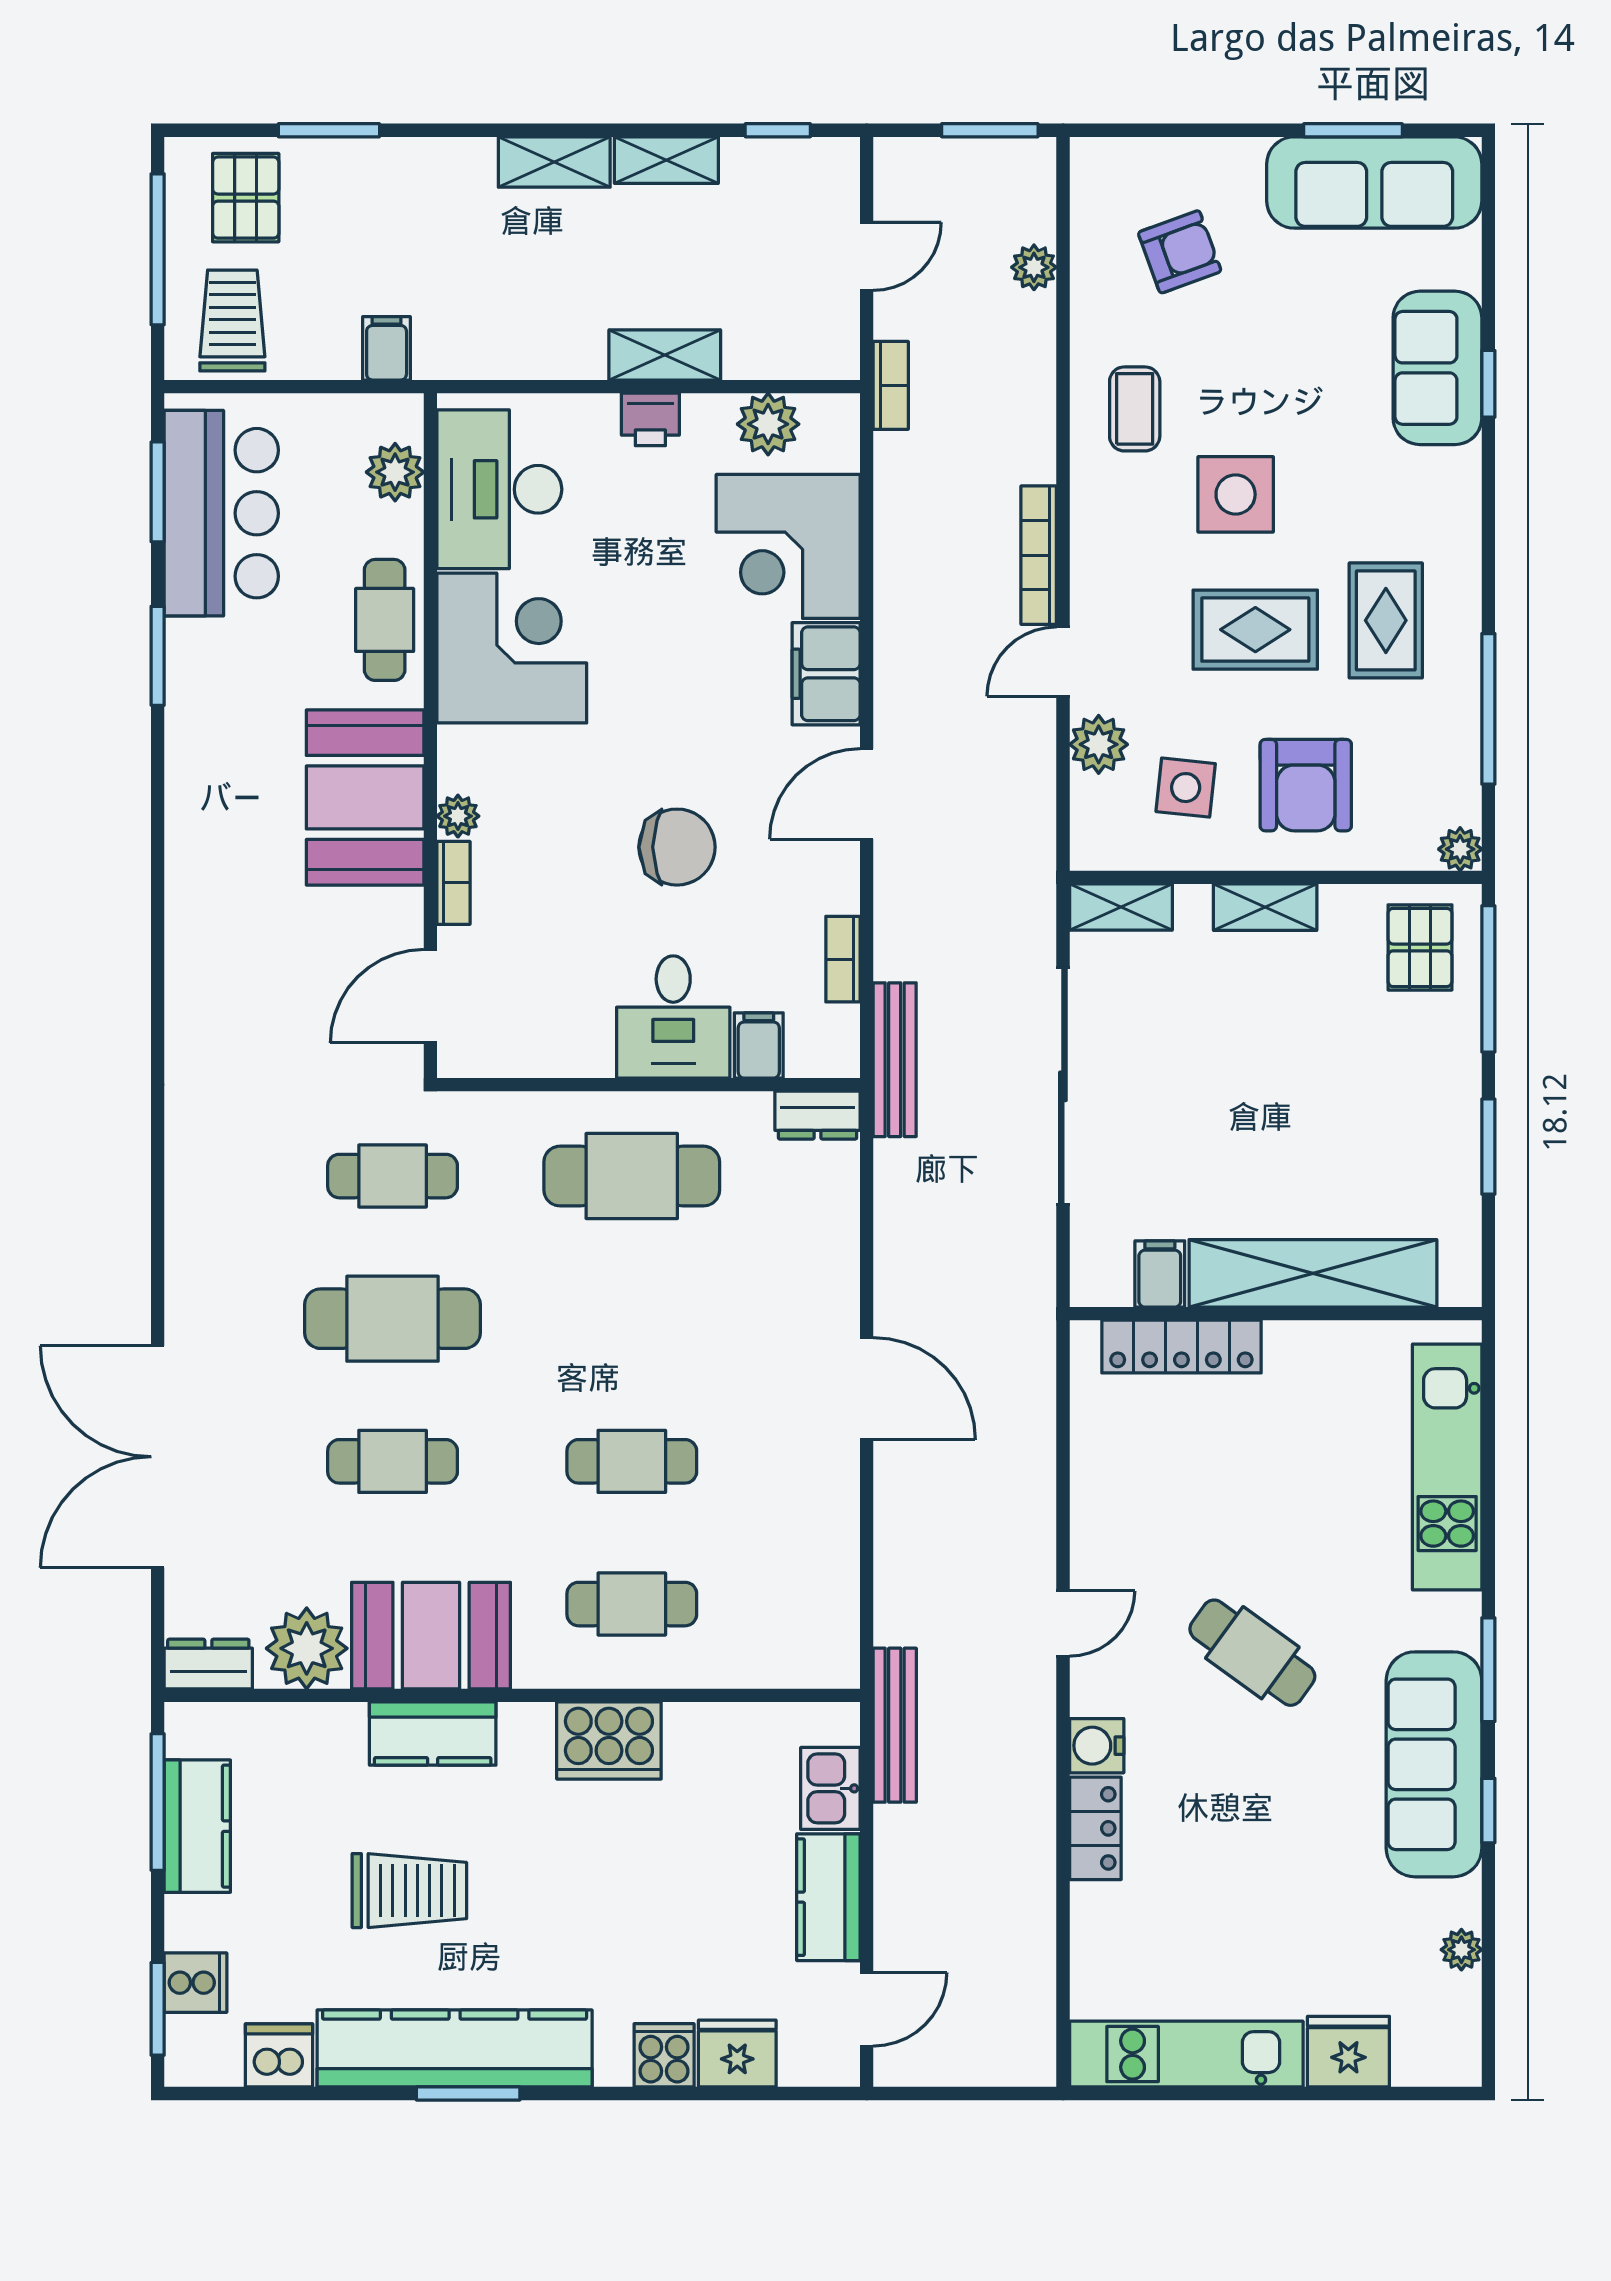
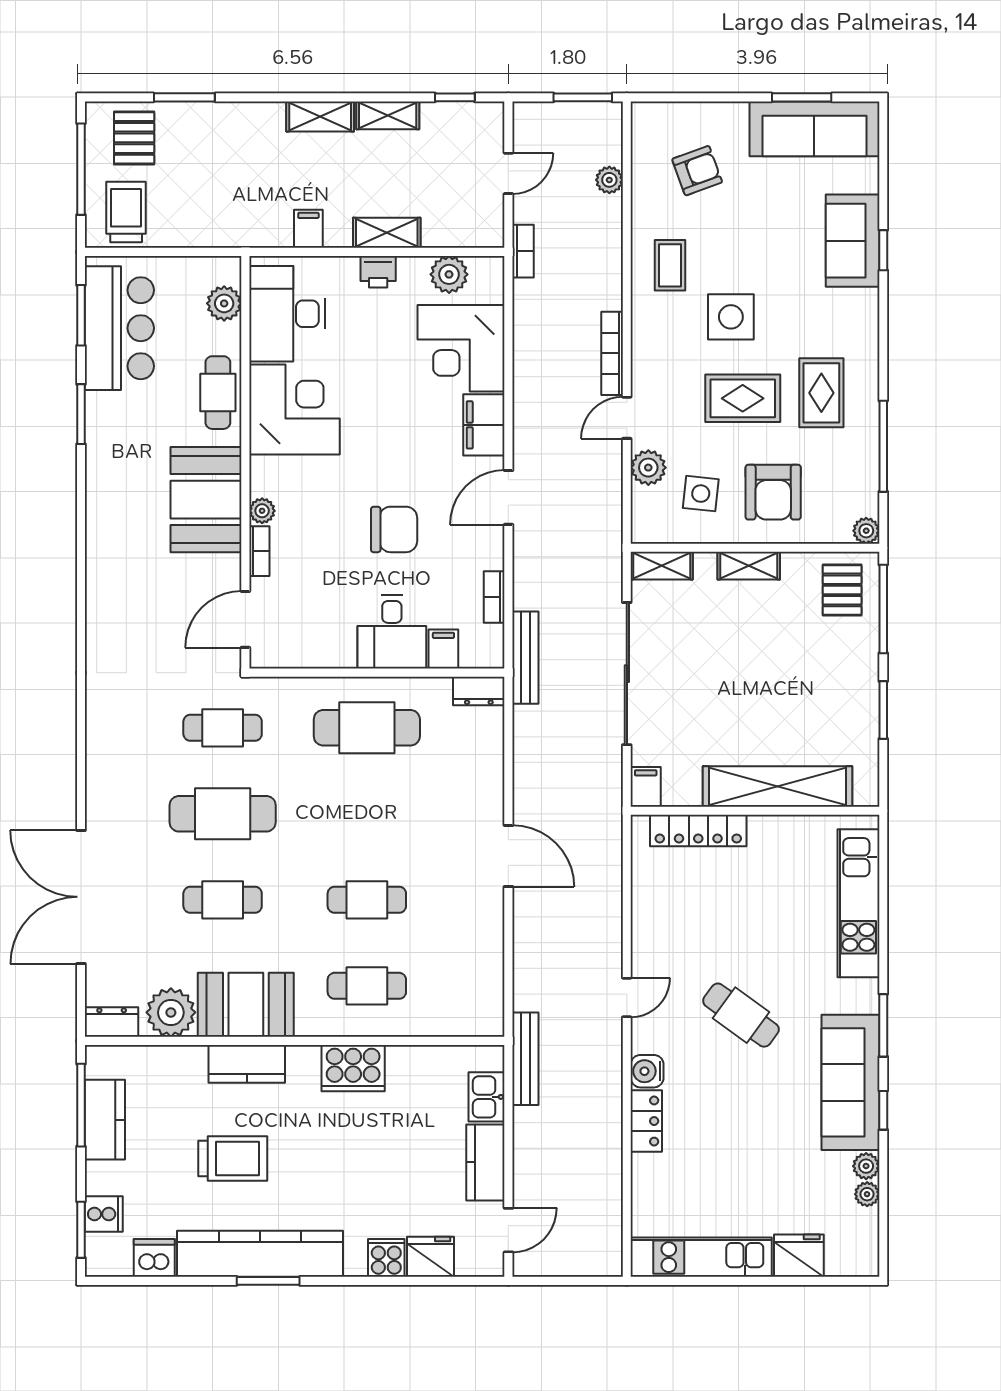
filing cabinet: (387, 348) -> (308, 229), moved
filing cabinet: (1160, 1274) -> (646, 787), moved
plant: (1460, 1903) -> (866, 1166), added

